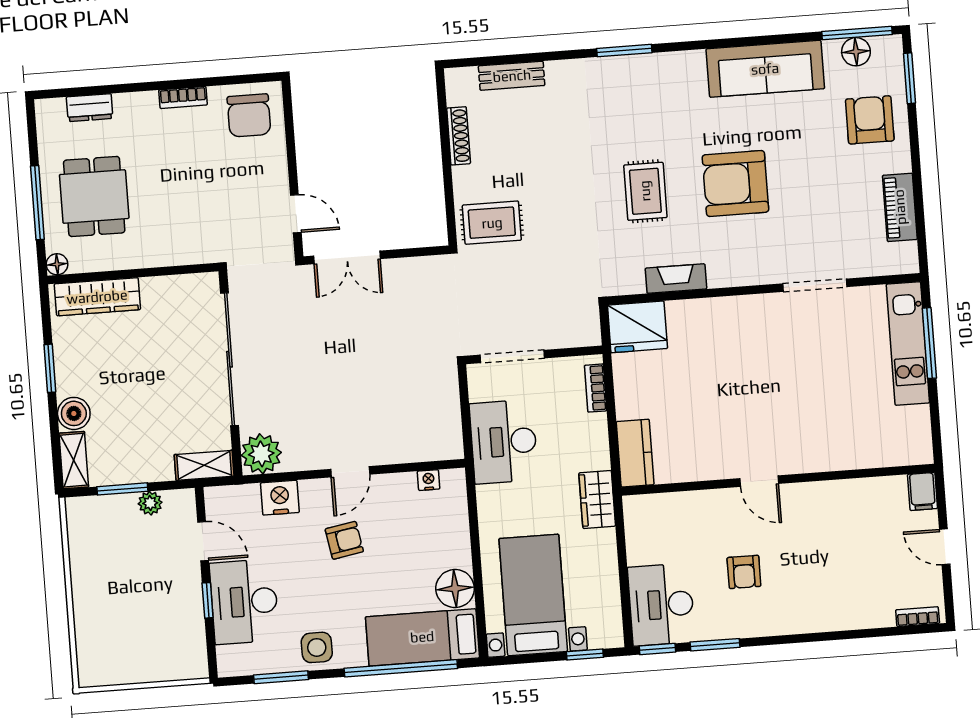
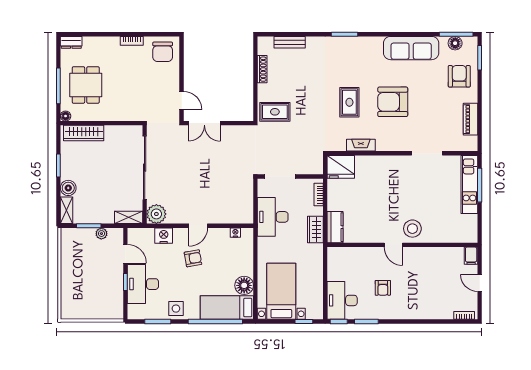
dresser: (90, 108) -> (71, 42), moved
stool: (796, 444) -> (412, 229), added
wardrobe: (597, 499) -> (315, 229), moved

